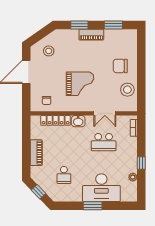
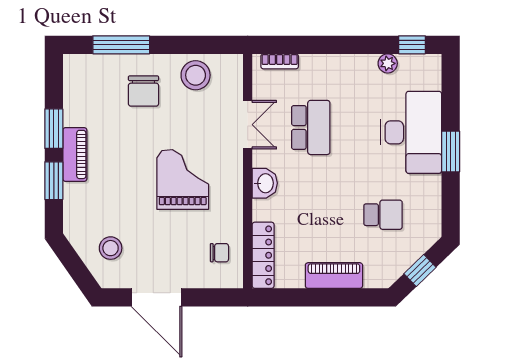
window: (113, 25) -> (54, 129), moved
window: (141, 56) -> (121, 45), added
locker: (56, 120) -> (263, 255), moved
window: (141, 163) -> (412, 45), moved

